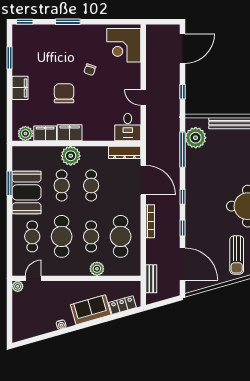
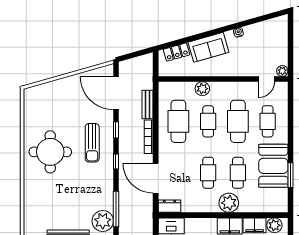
dresser: (125, 152) -> (169, 206), width x0.70
sun lounger: (237, 255) -> (92, 143), moved, turned 180
bench: (151, 279) -> (148, 105), moved

